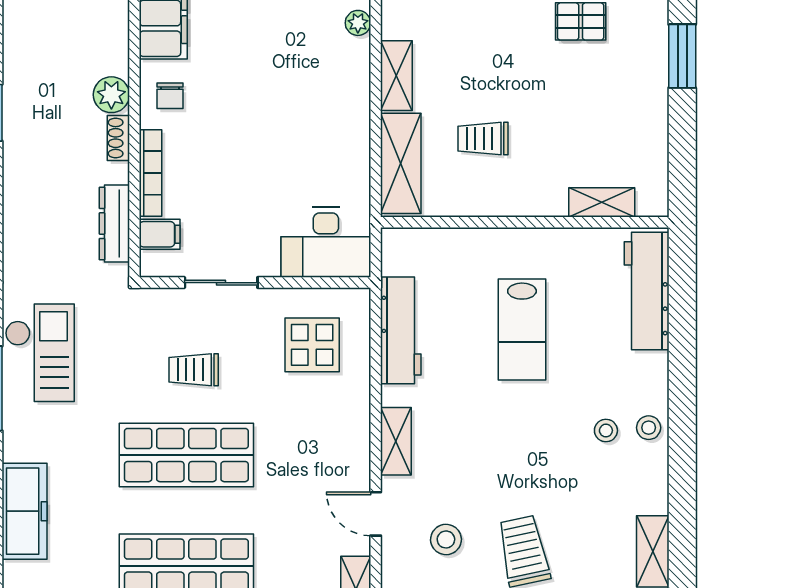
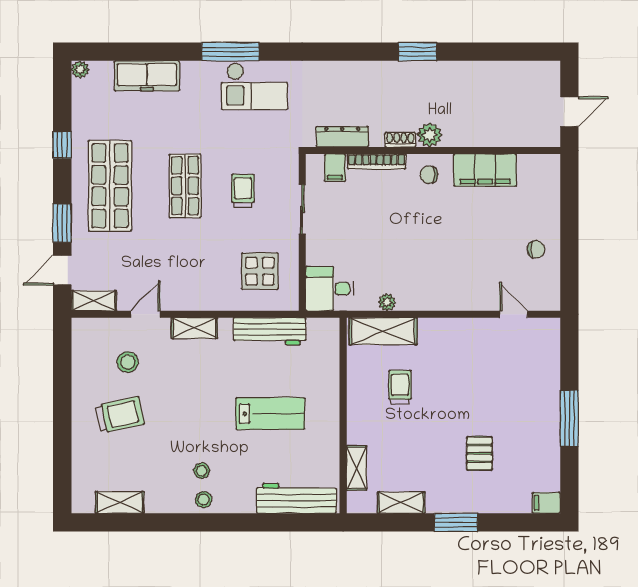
plant: (358, 23) -> (387, 302), moved
shelving: (396, 76) -> (401, 503), moved
desk: (326, 242) -> (329, 289), width x0.73
lab bench: (522, 330) -> (270, 414), turned 180
shop shelf: (186, 455) -> (185, 186), width x0.70, depth x0.74

